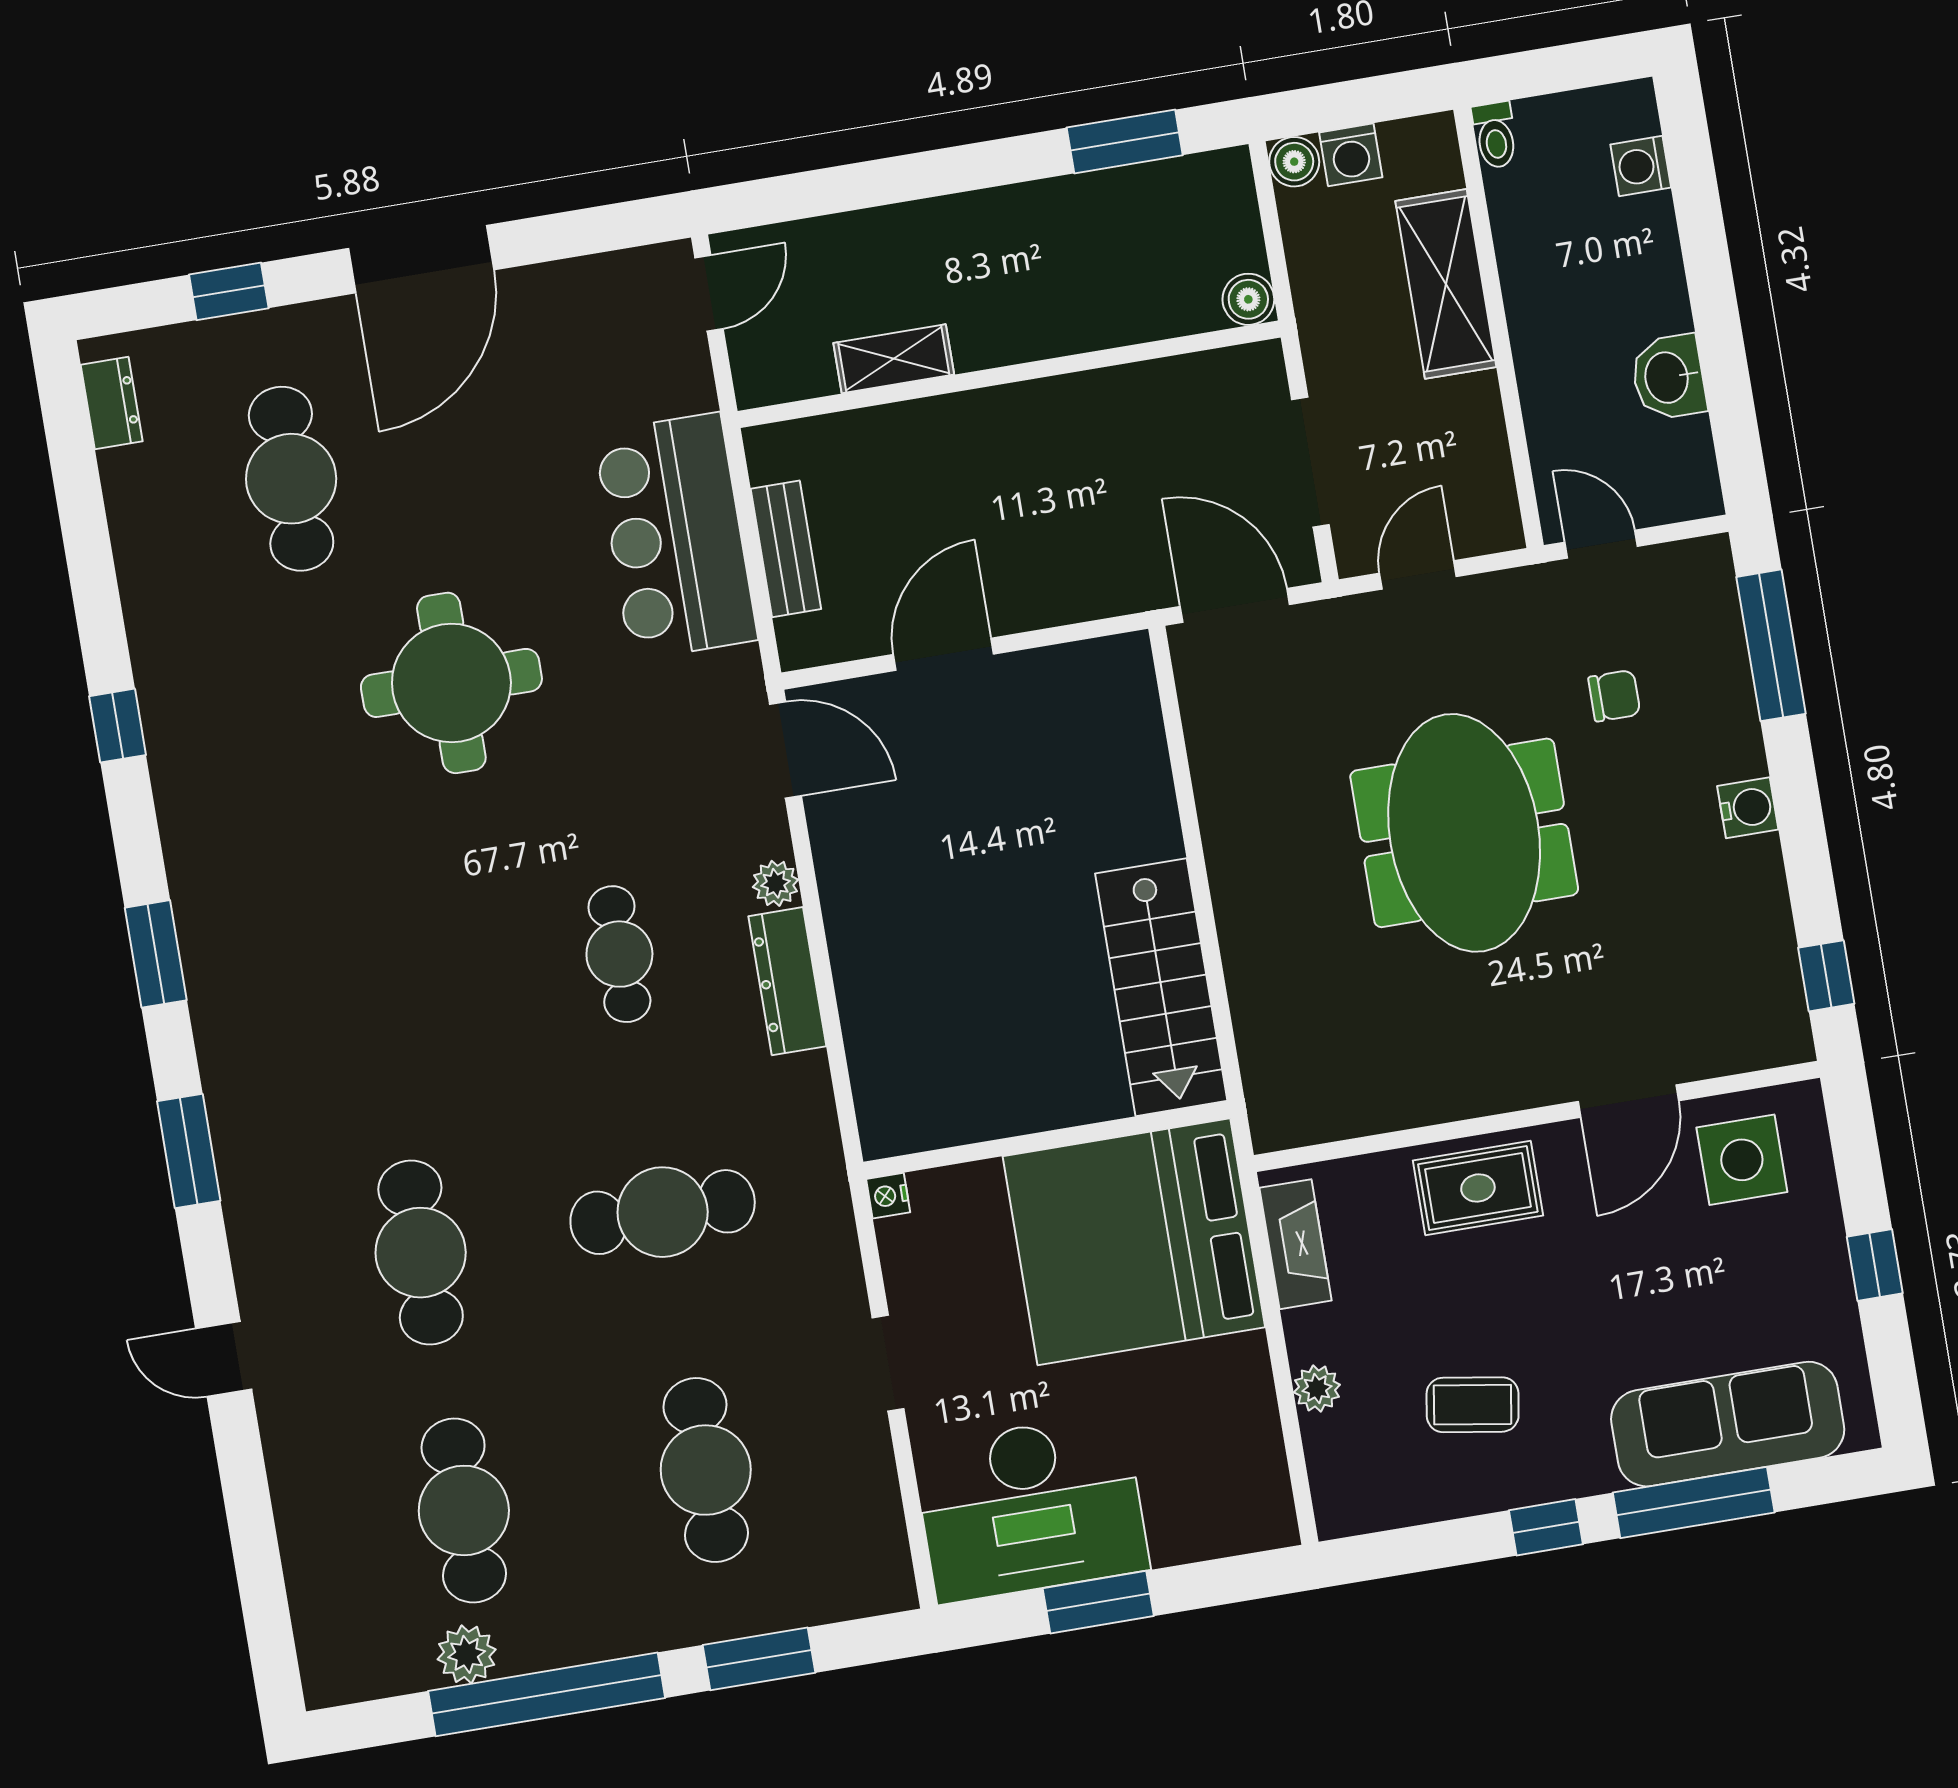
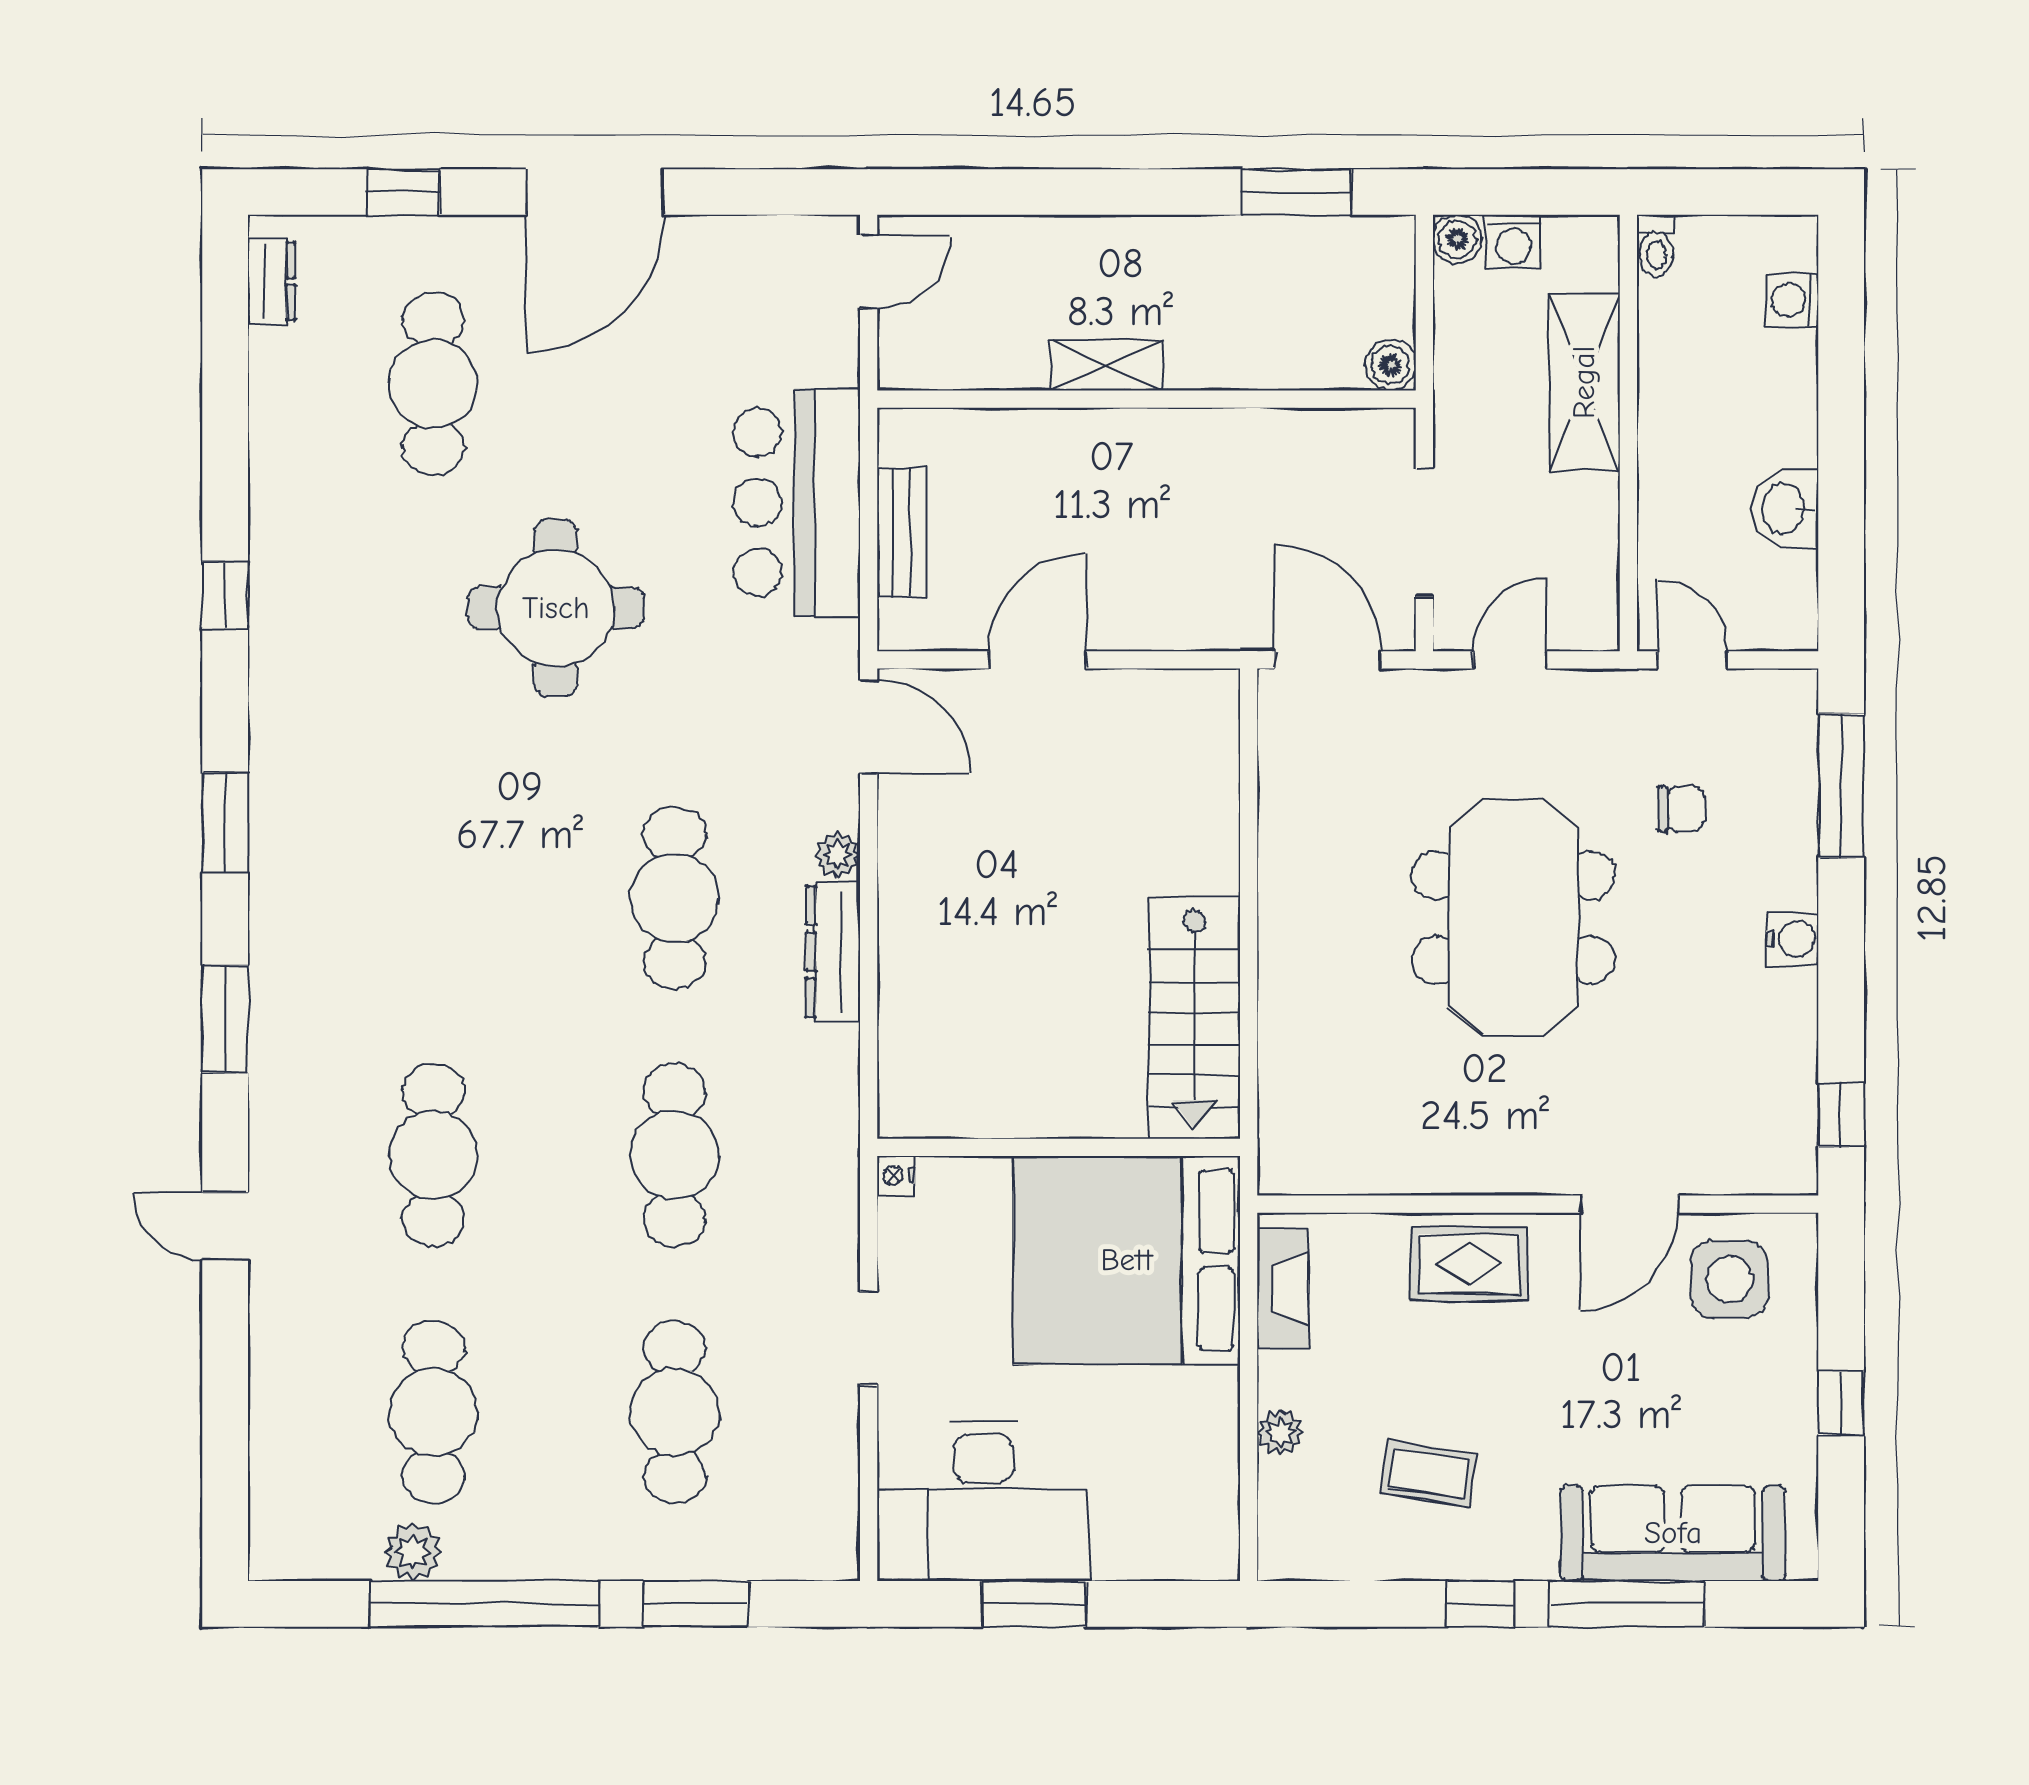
shelving: (894, 359) -> (1107, 365), moved
cafe table: (619, 954) -> (675, 898), width x1.37, depth x1.35
cafe table: (663, 1212) -> (675, 1155), turned 90

